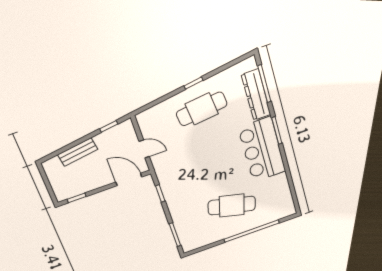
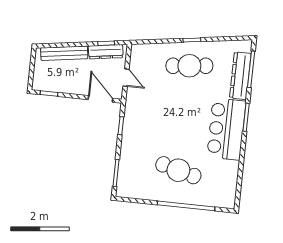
dresser: (112, 134) -> (106, 52), added
bench: (78, 152) -> (64, 53), width x1.36

